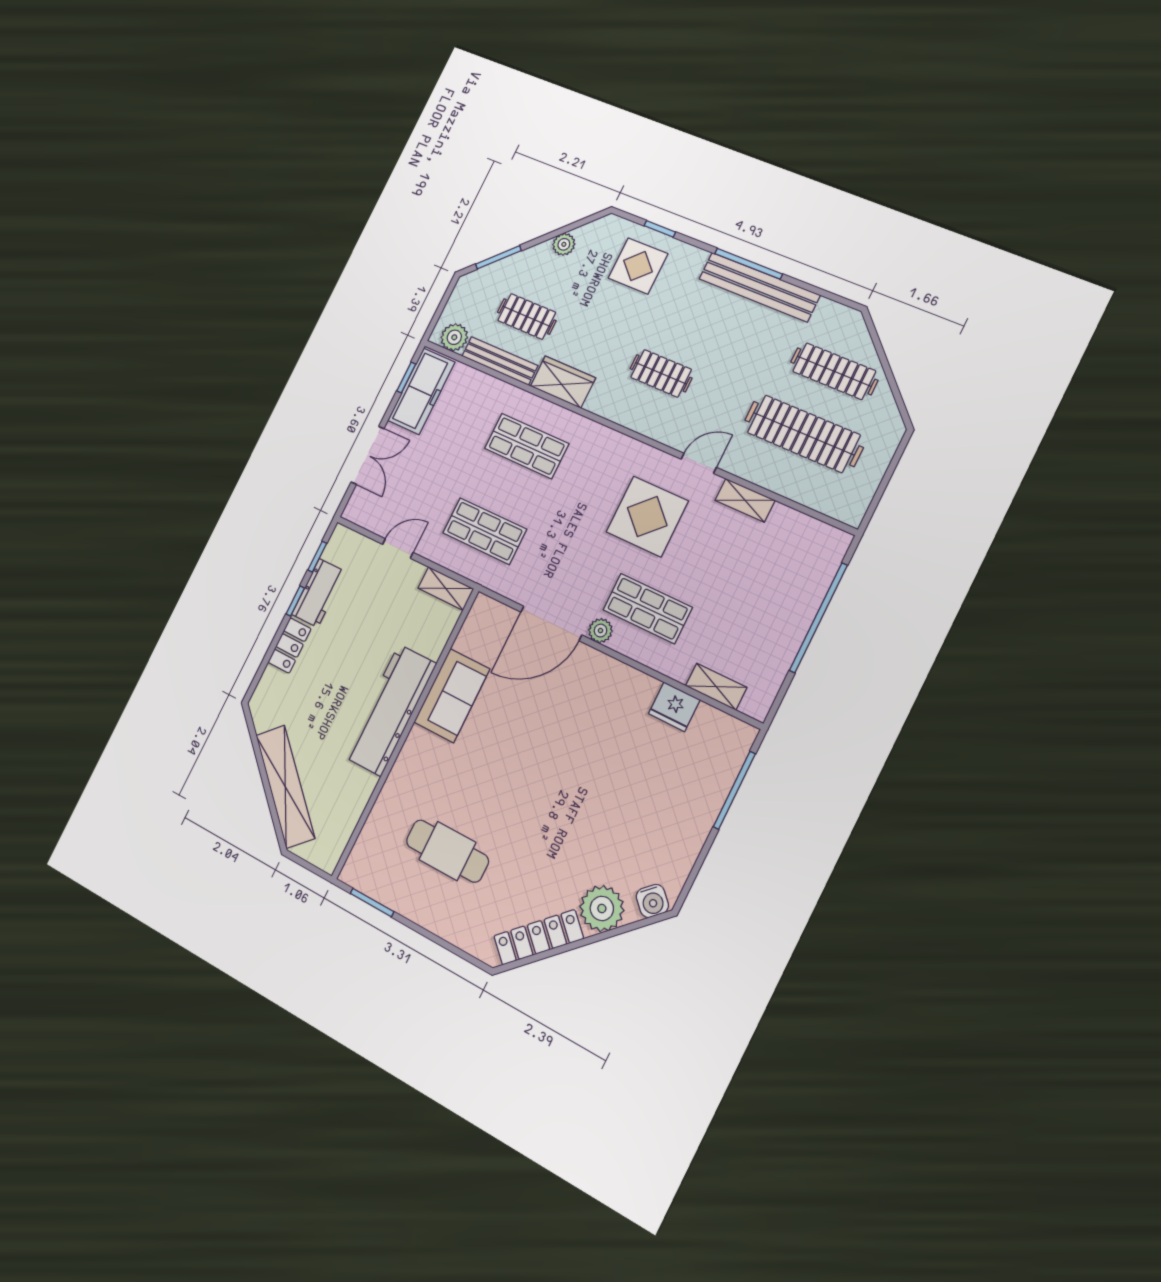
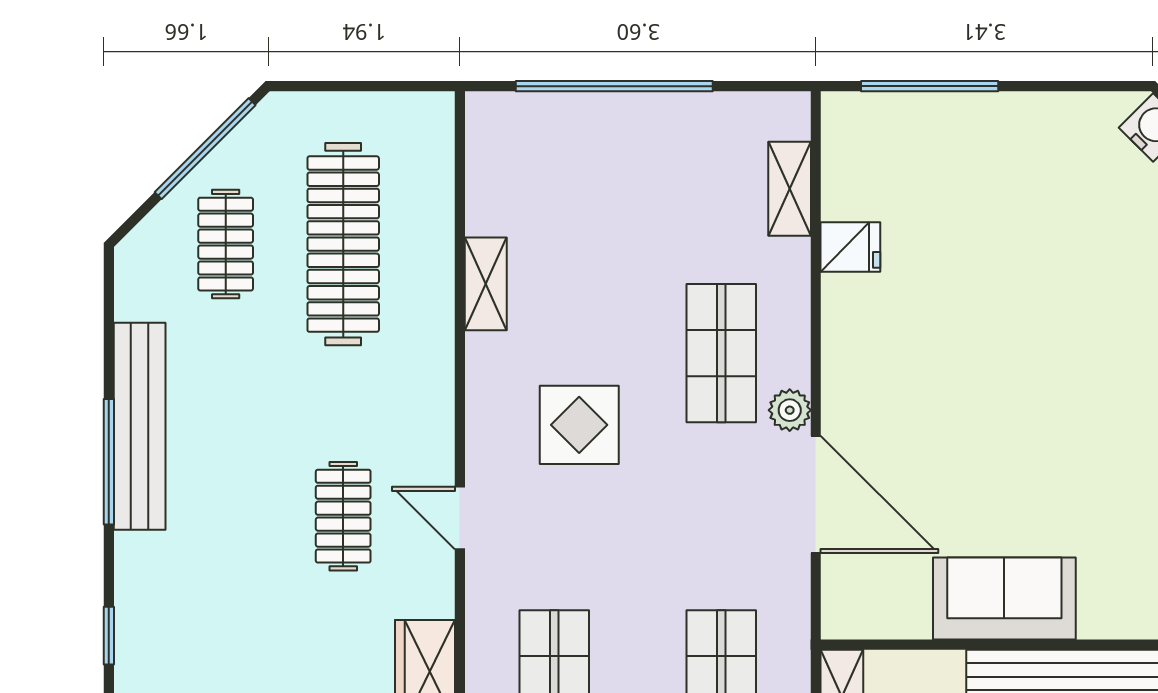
display table: (638, 266) -> (184, 641), removed
clothes rail: (834, 371) -> (226, 244), width x0.73
window: (892, 382) -> (205, 149), added
door: (699, 463) -> (460, 518), moved
display table: (647, 516) -> (579, 425), width x0.73, depth x0.73
fridge: (674, 707) -> (850, 247), width x0.72

